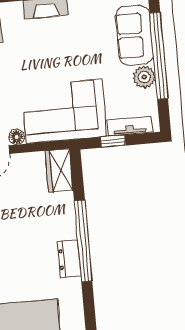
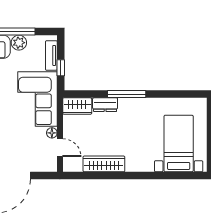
window: (83, 241) -> (127, 94), width x0.68
dresser: (69, 259) -> (105, 105), moved

